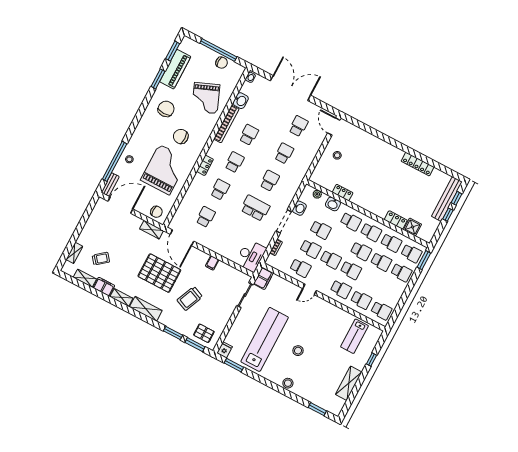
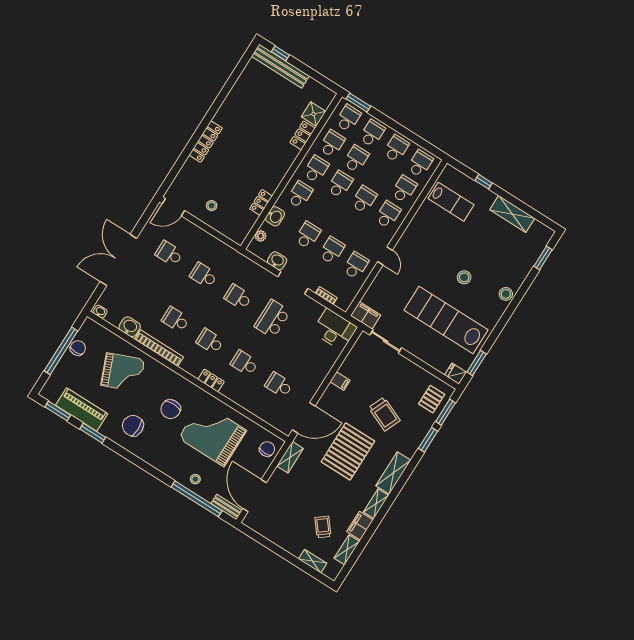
locker: (418, 164) -> (206, 142), moved
window: (448, 215) -> (301, 66), removed
school desk: (331, 260) -> (396, 148), moved

